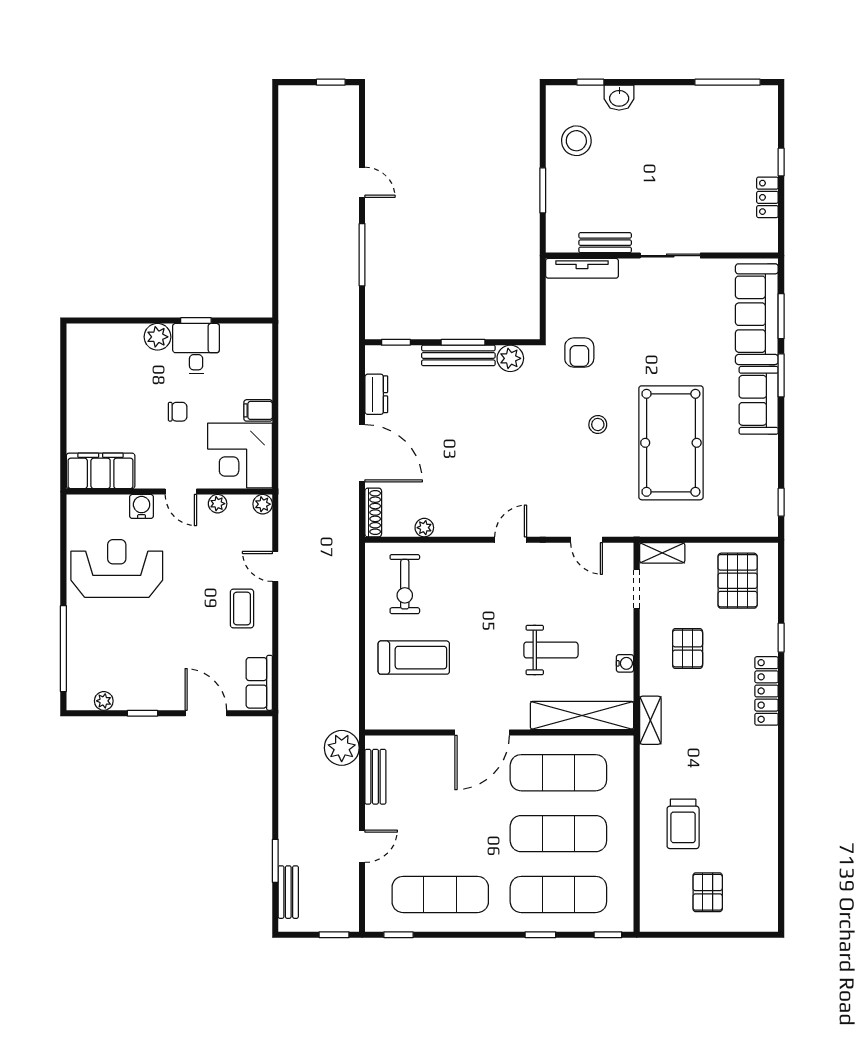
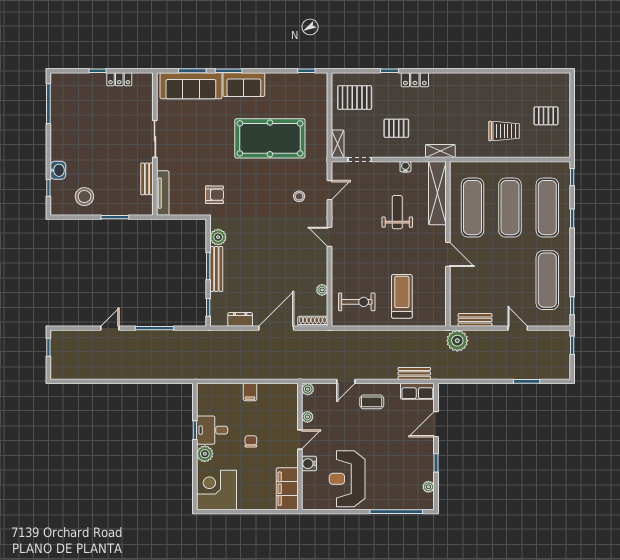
stool: (598, 424) -> (299, 196), moved
corner desk: (240, 455) -> (217, 490), moved, turned 180
locker: (767, 691) -> (415, 80), width x0.66
door: (482, 732) -> (448, 254), width x0.73
bench: (288, 892) -> (414, 373), moved

